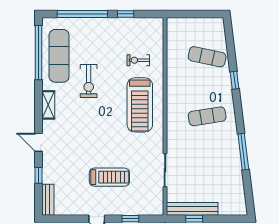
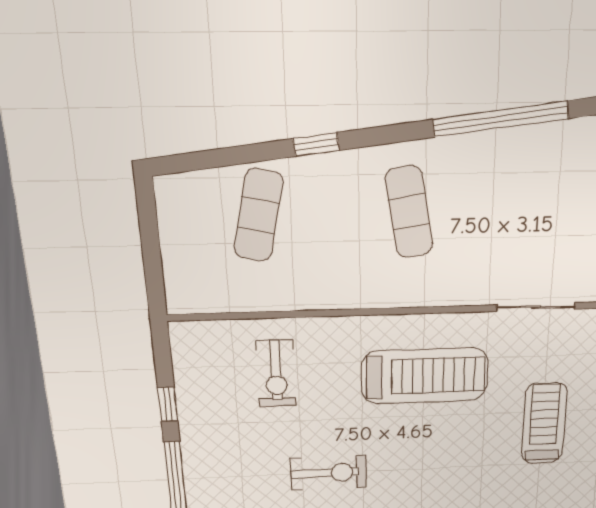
exercise bike: (138, 60) -> (276, 373), width x1.38, depth x1.39
treadmill: (140, 105) -> (425, 376), moved
window: (243, 152) -> (501, 119), width x1.46

